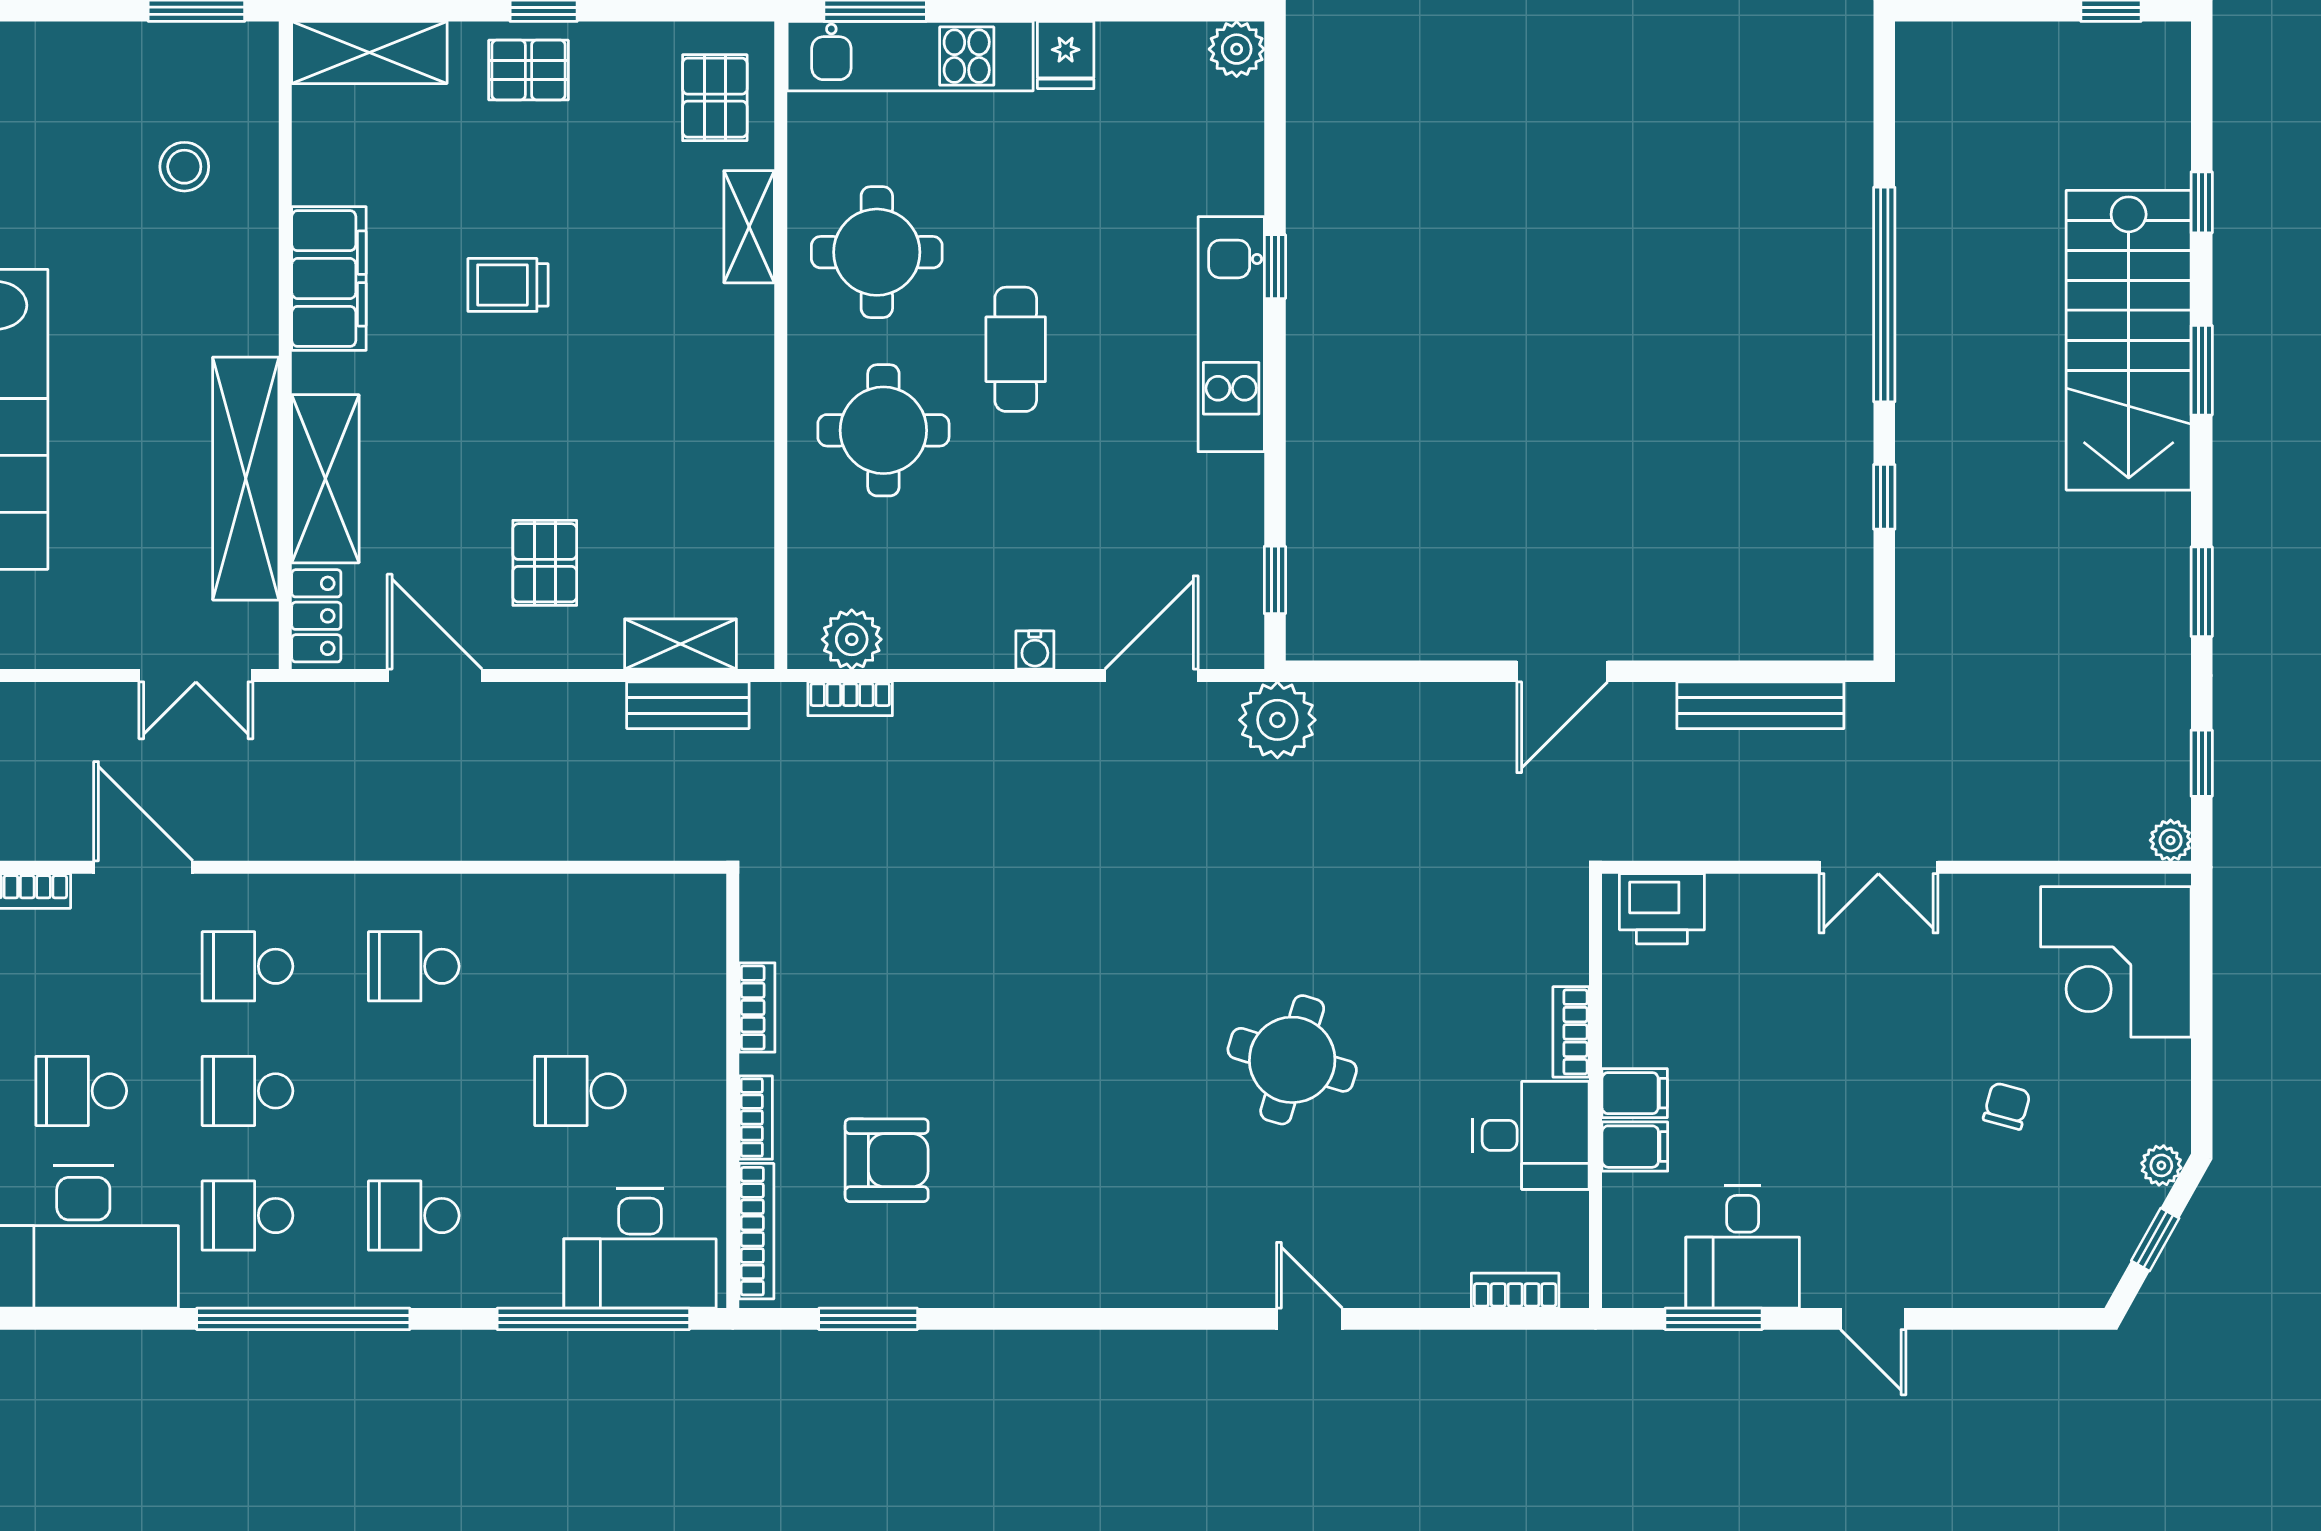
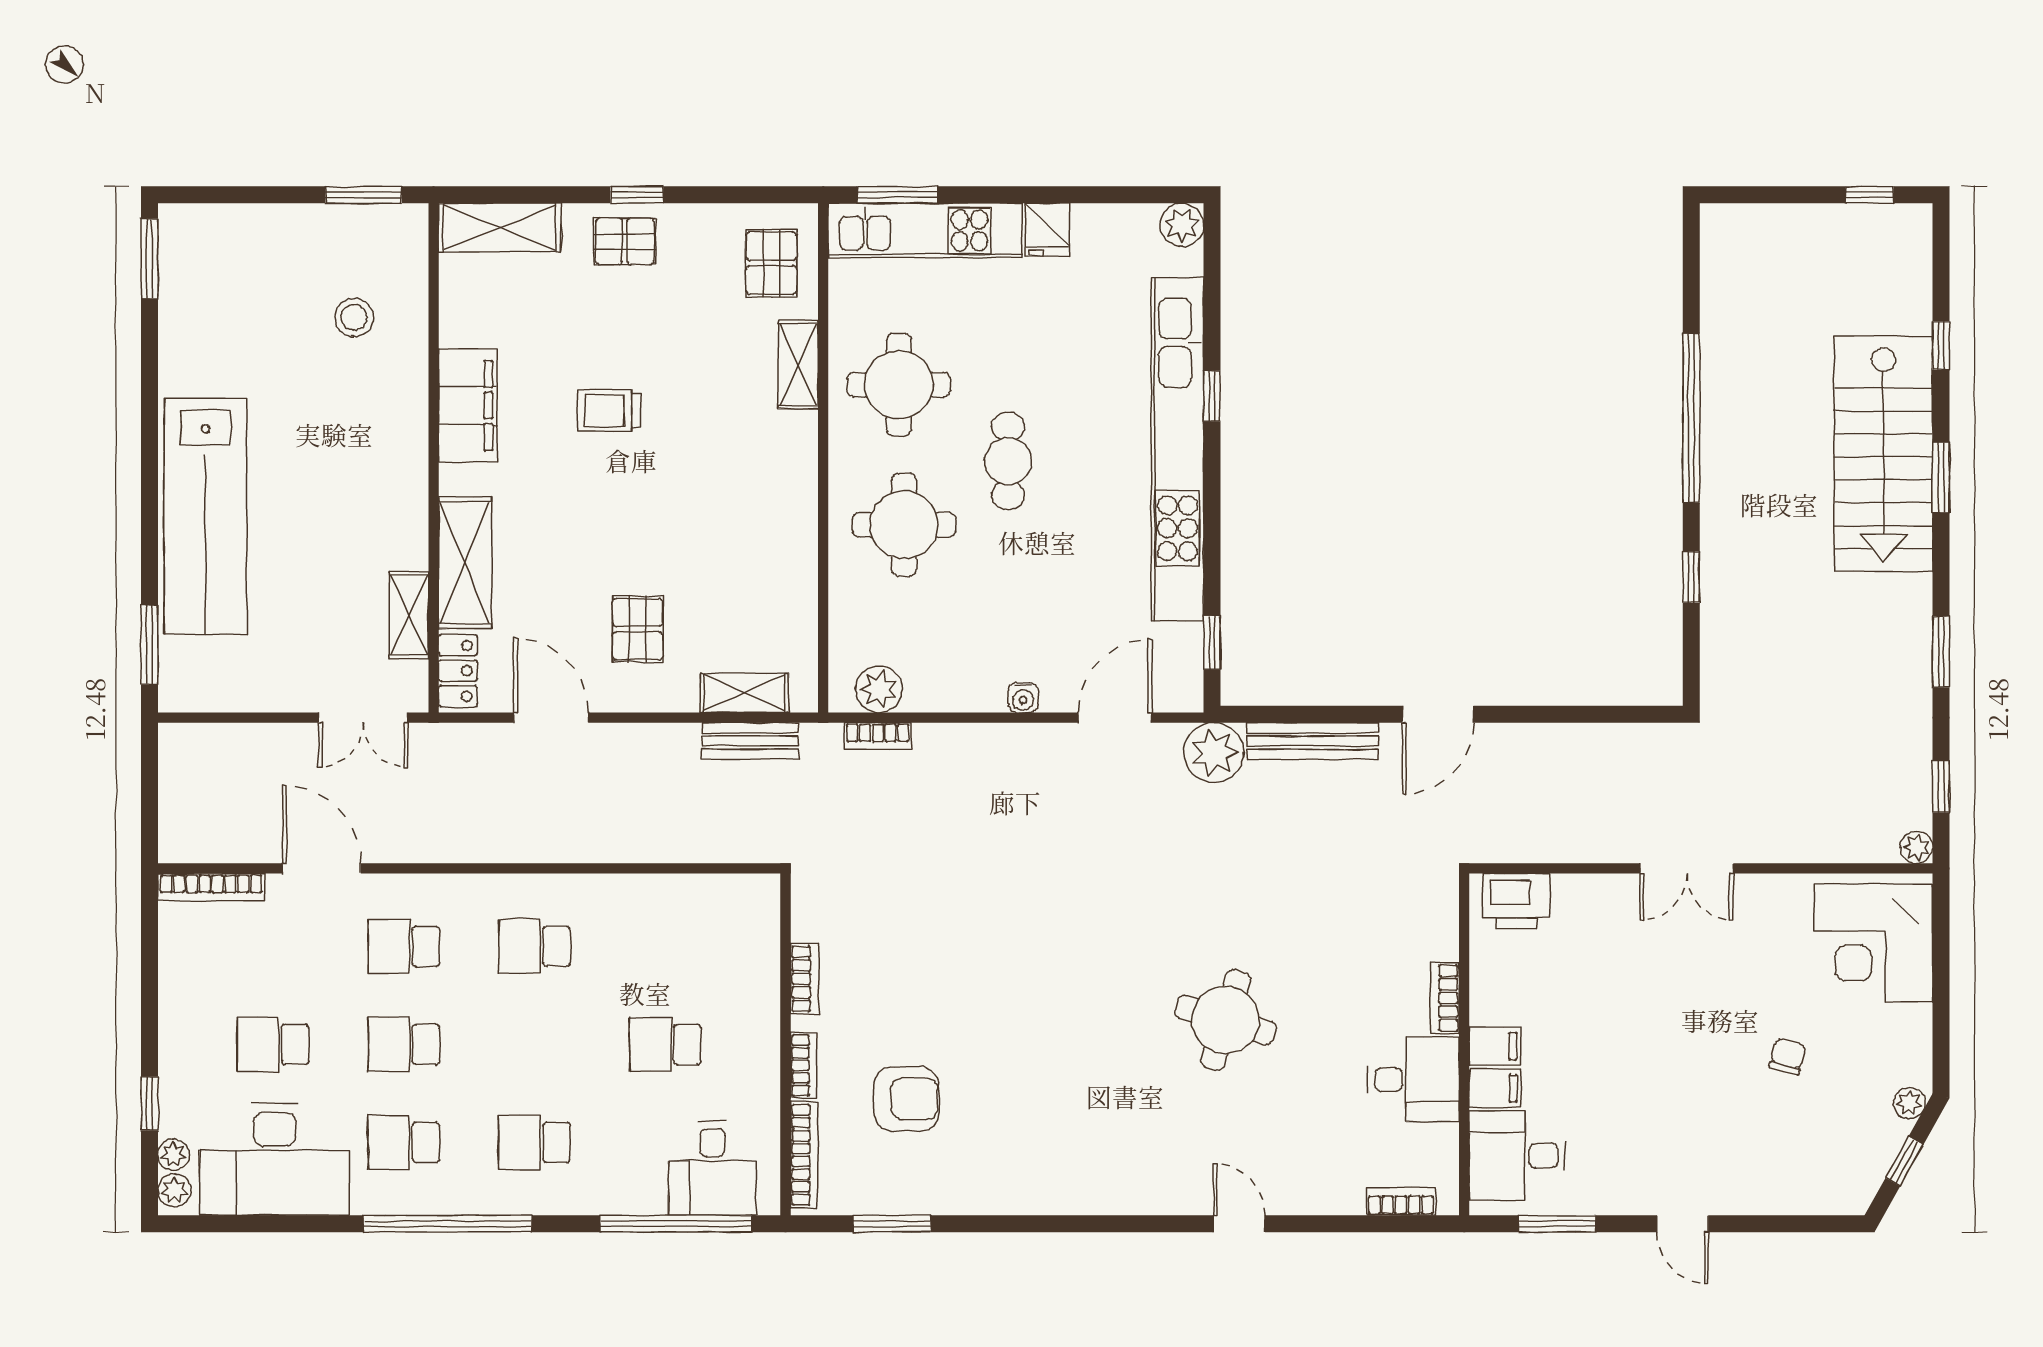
kitchen unit: (1231, 334) -> (1178, 449), width x1.86
shelving: (246, 479) -> (409, 615), width x0.45, depth x0.75
bench: (1760, 705) -> (1313, 741), moved
desk: (1743, 1247) -> (1517, 1156), moved, turned 90
desk: (640, 1248) -> (712, 1168), width x0.73

